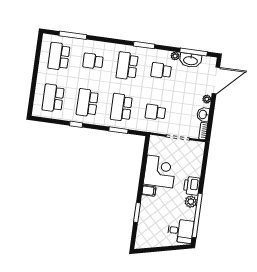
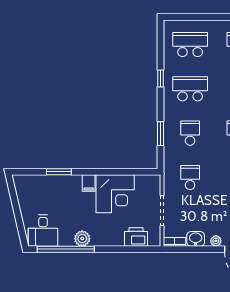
school desk: (121, 107) -> (190, 133), width x0.54
printer: (192, 186) -> (136, 237), moved

